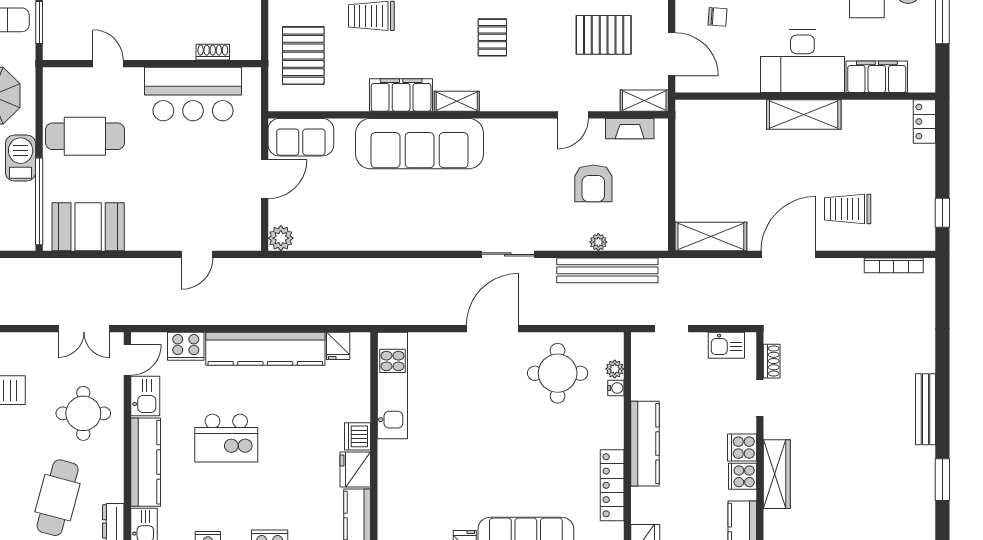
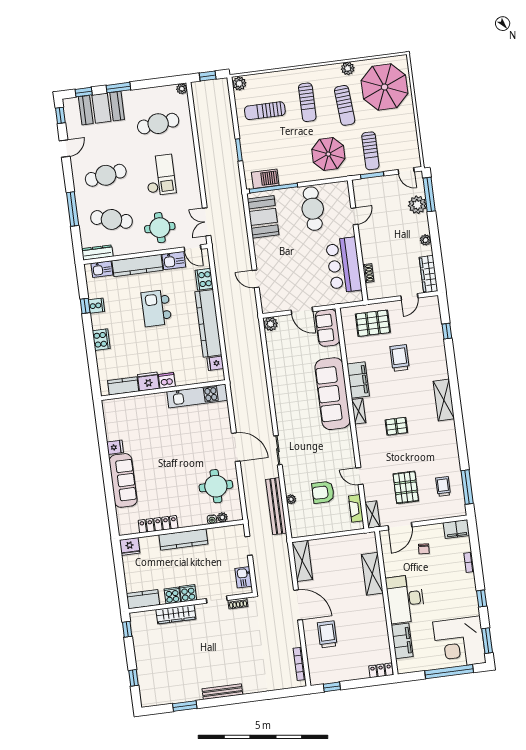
shelving: (804, 115) -> (372, 574), moved
barbecue: (21, 158) -> (265, 179), moved

